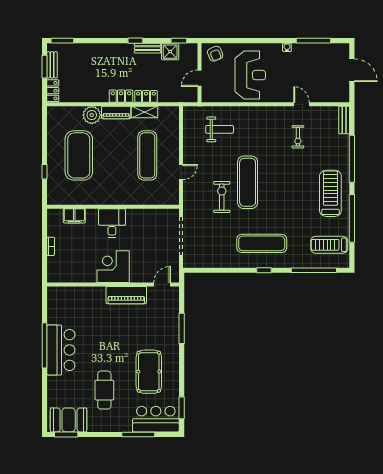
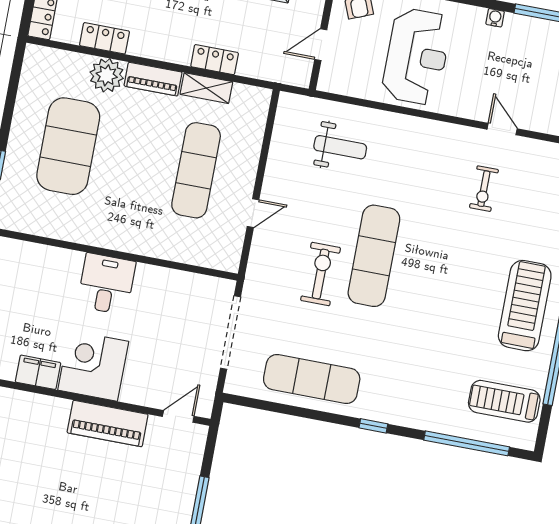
locker: (121, 96) -> (104, 38), moved
filing cabinet: (74, 216) -> (38, 372), moved, turned 180
exercise mat: (262, 243) -> (312, 379), moved

